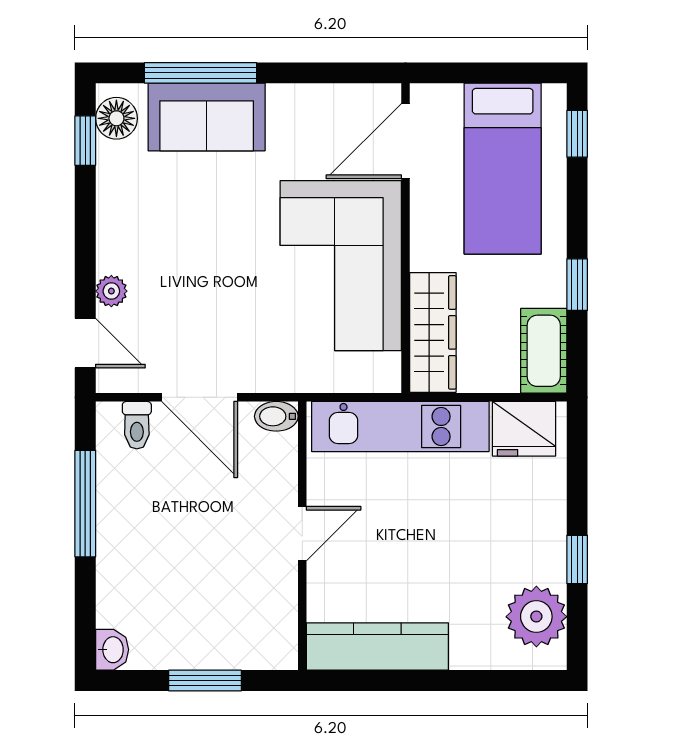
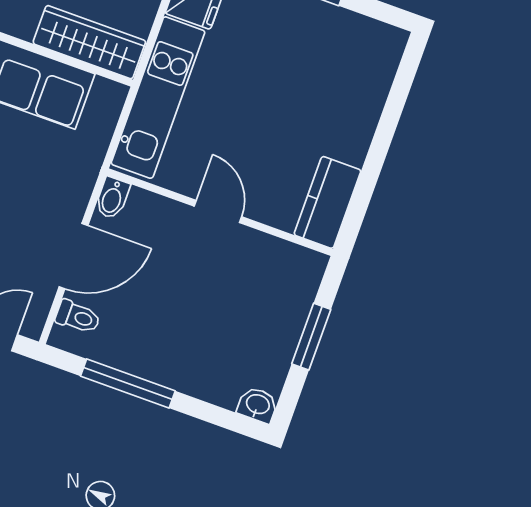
plant: (536, 617) -> (357, 41), removed
kitchen counter: (377, 647) -> (327, 202), width x0.67

